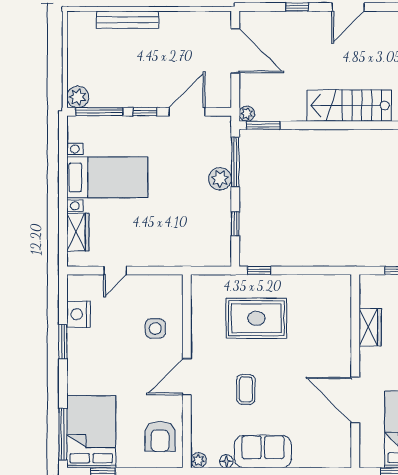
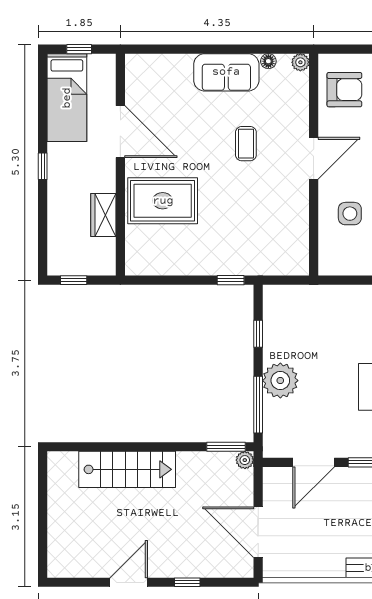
plant: (220, 179) -> (280, 381), width x1.36, depth x1.36
rug: (256, 318) -> (163, 201), moved
armchair: (160, 436) -> (344, 90), turned 90

